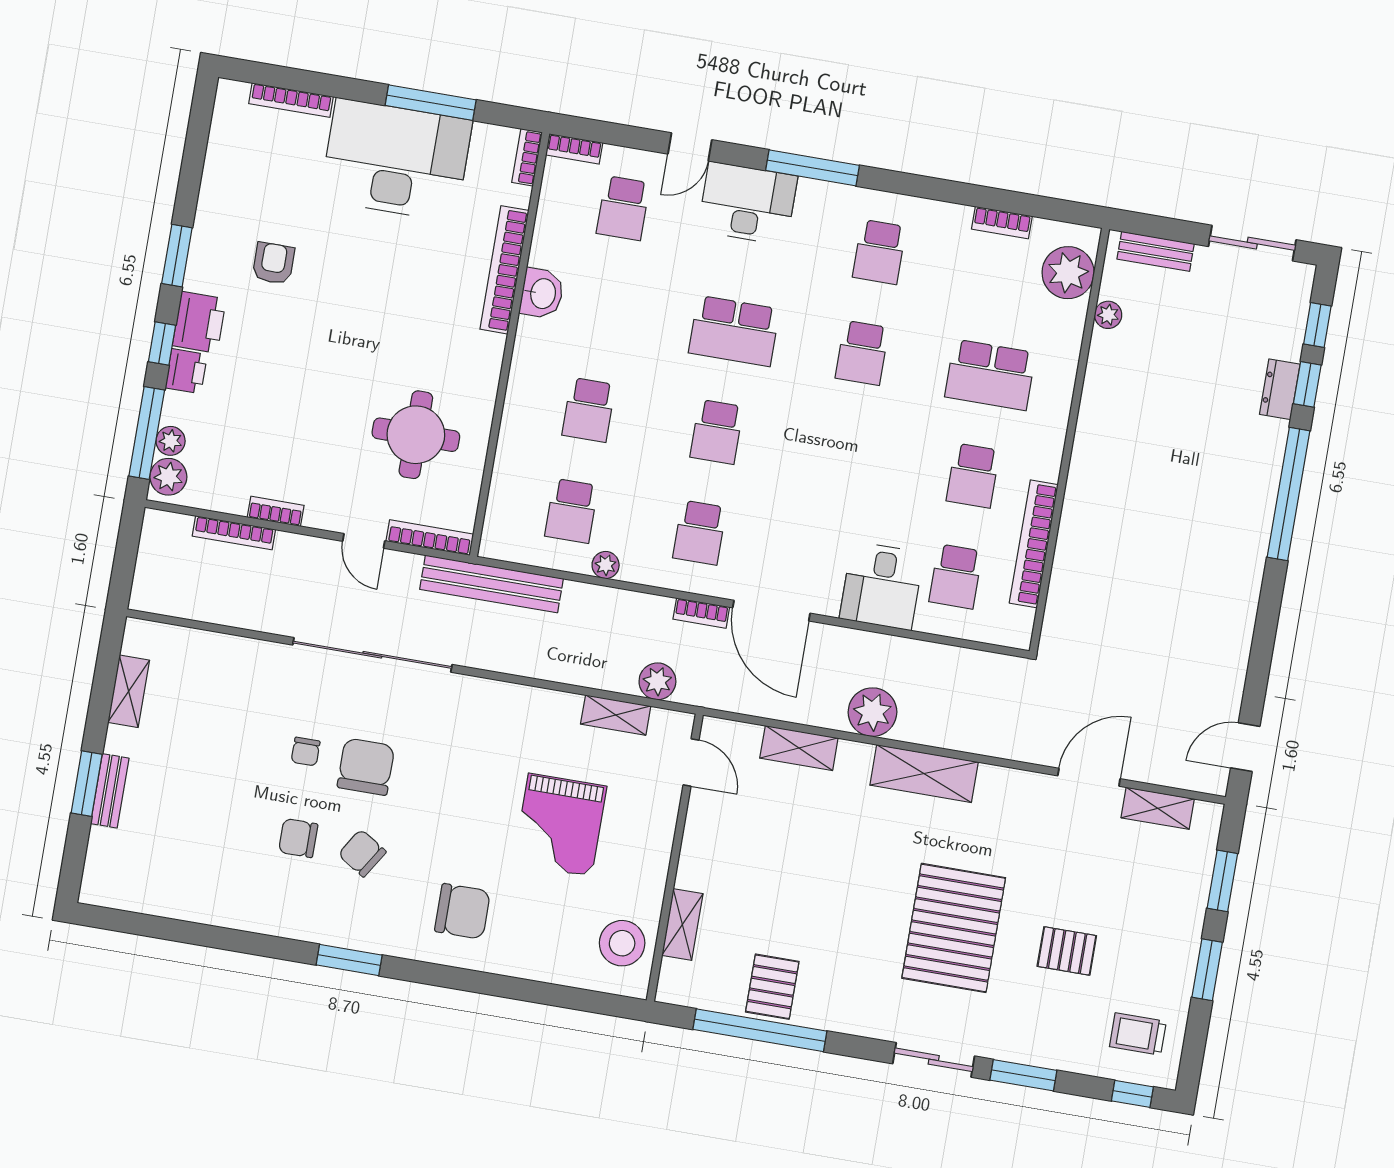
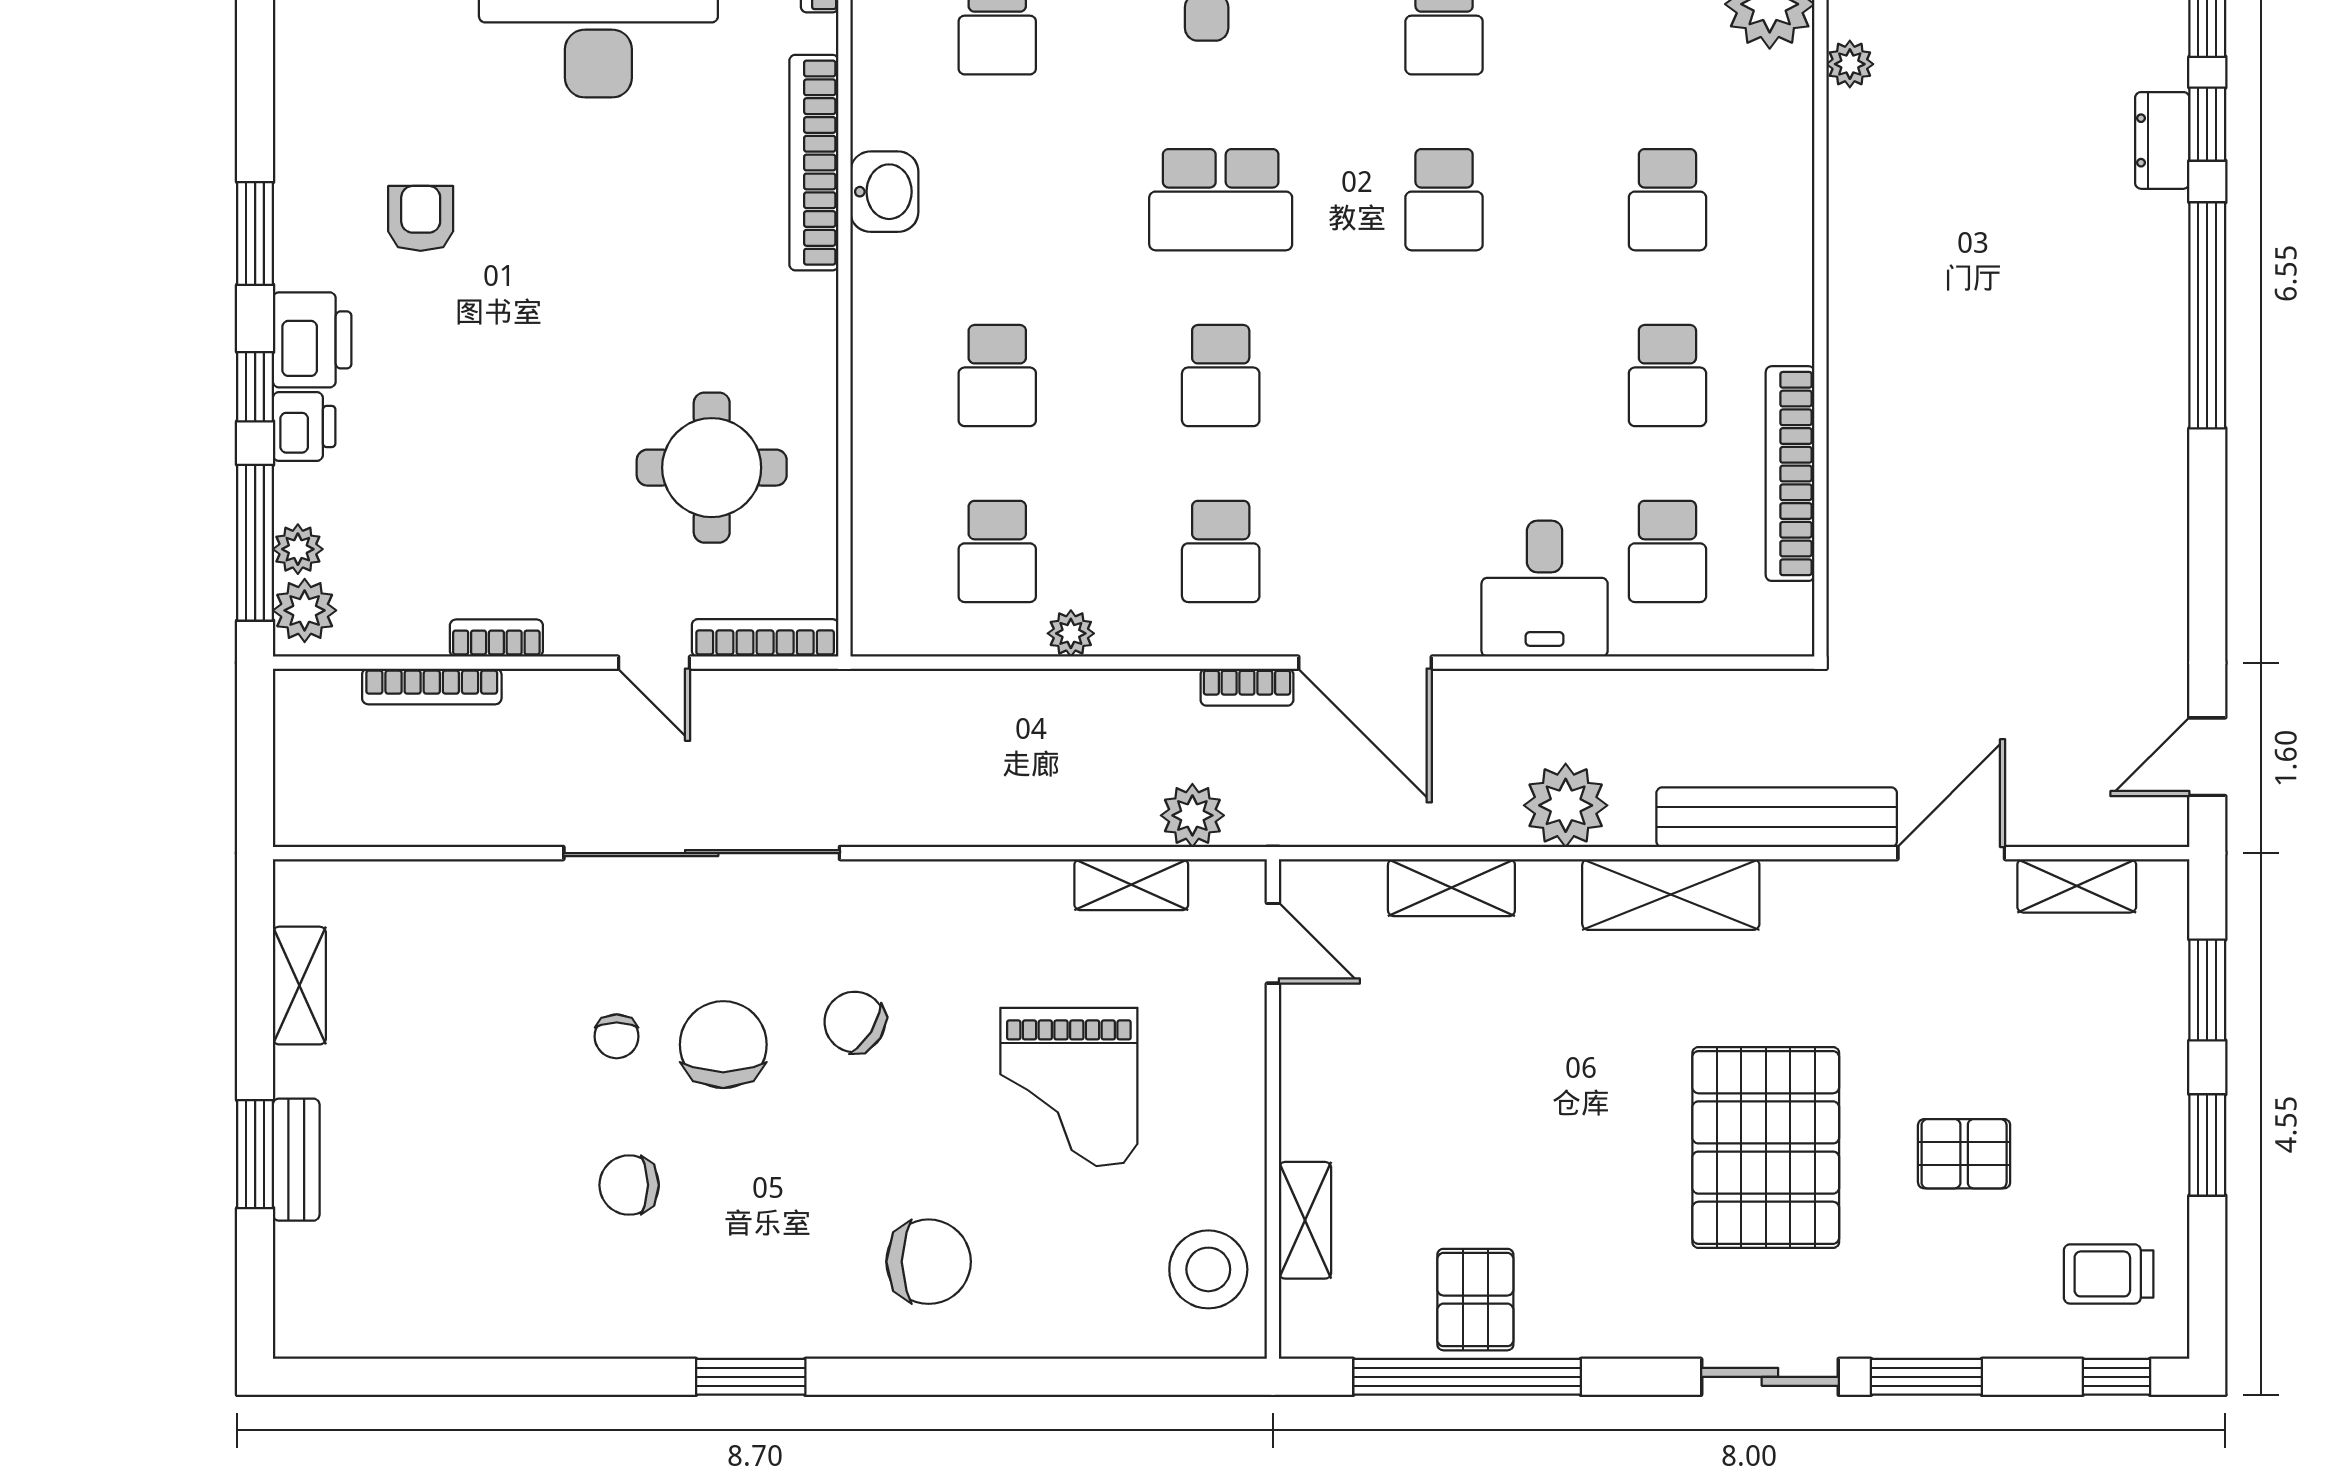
school desk: (990, 375) -> (1667, 200), width x0.54
bench: (492, 584) -> (1777, 817), moved
chair: (362, 853) -> (855, 1022), moved

